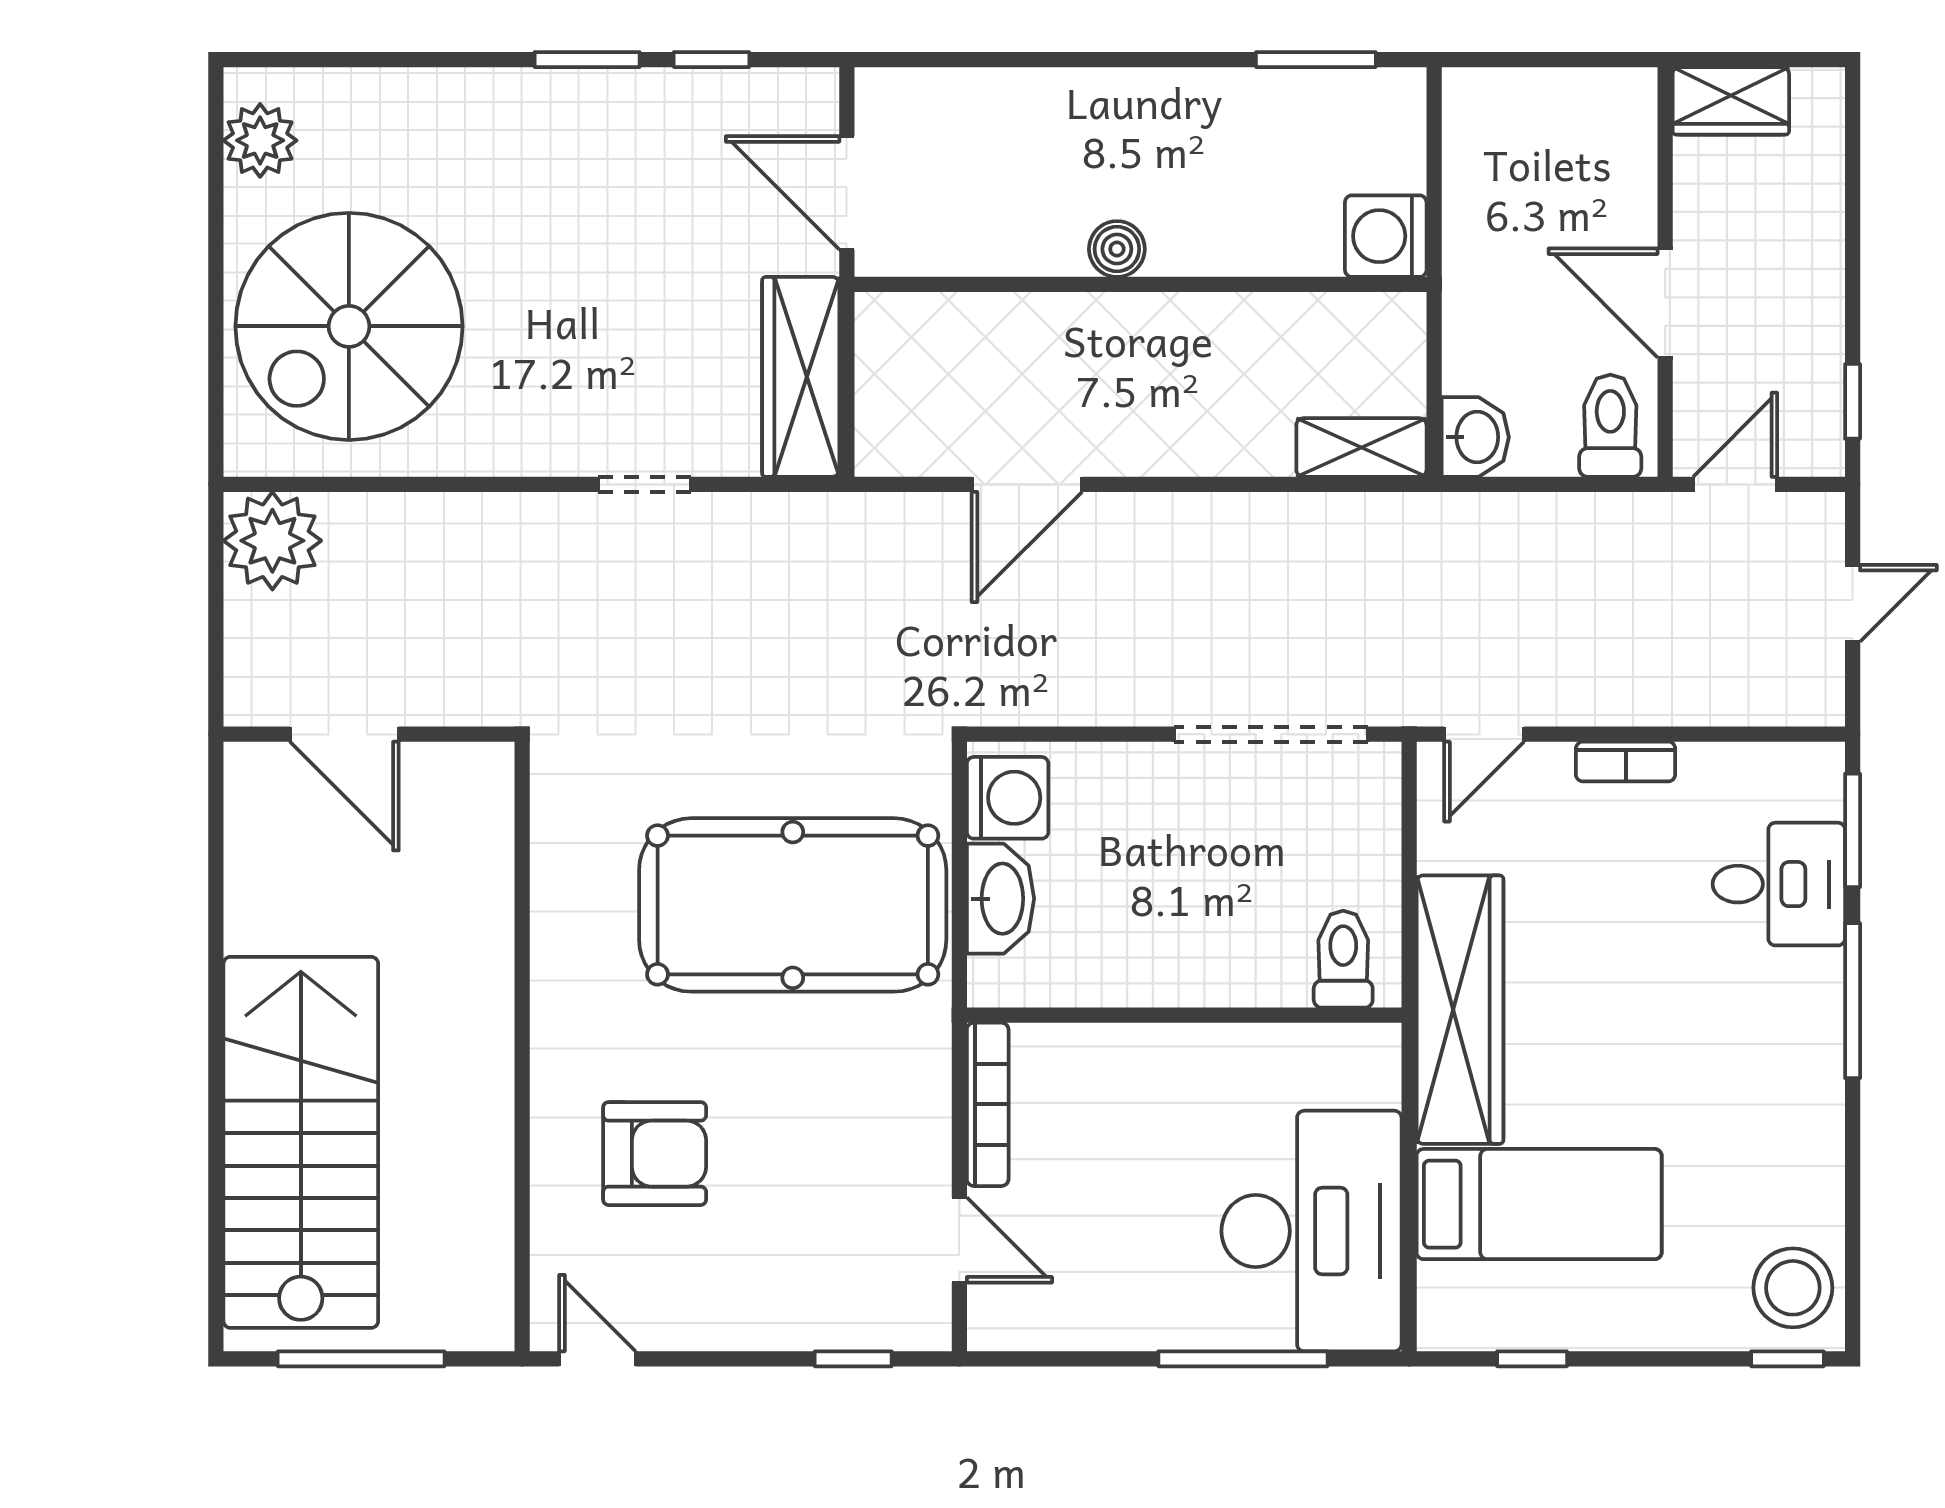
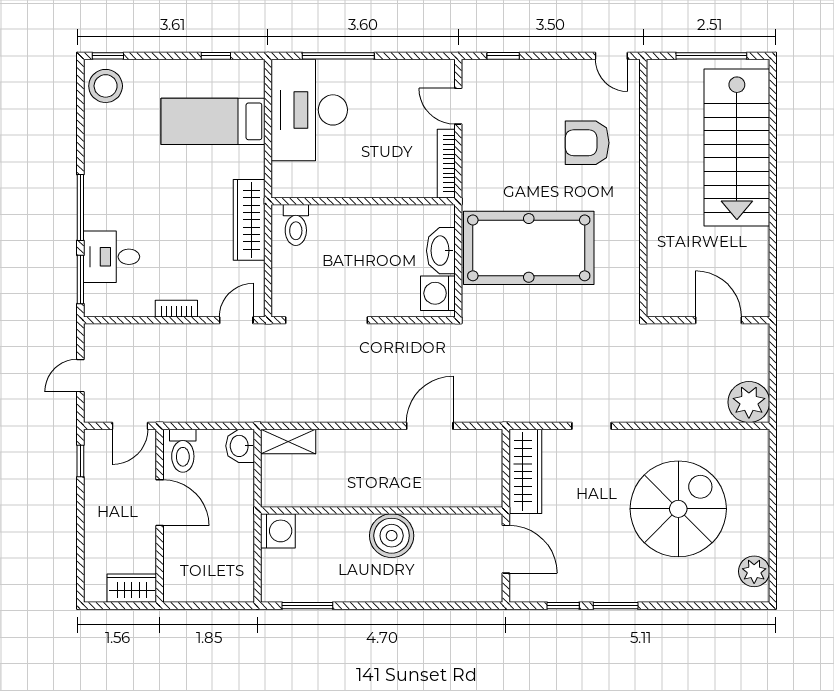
boiler: (1117, 249) -> (392, 536), width x1.86, depth x1.86
spiral stairs: (349, 326) -> (678, 509), moved
wardrobe: (1460, 1010) -> (249, 220), width x0.71, depth x0.85

